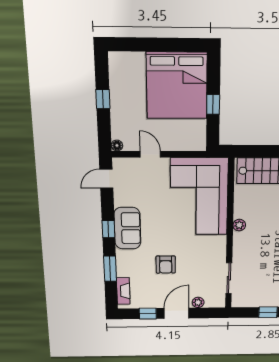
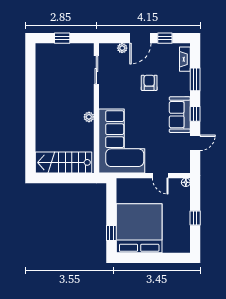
window: (213, 104) -> (111, 233), moved
door: (106, 179) -> (195, 143), moved

